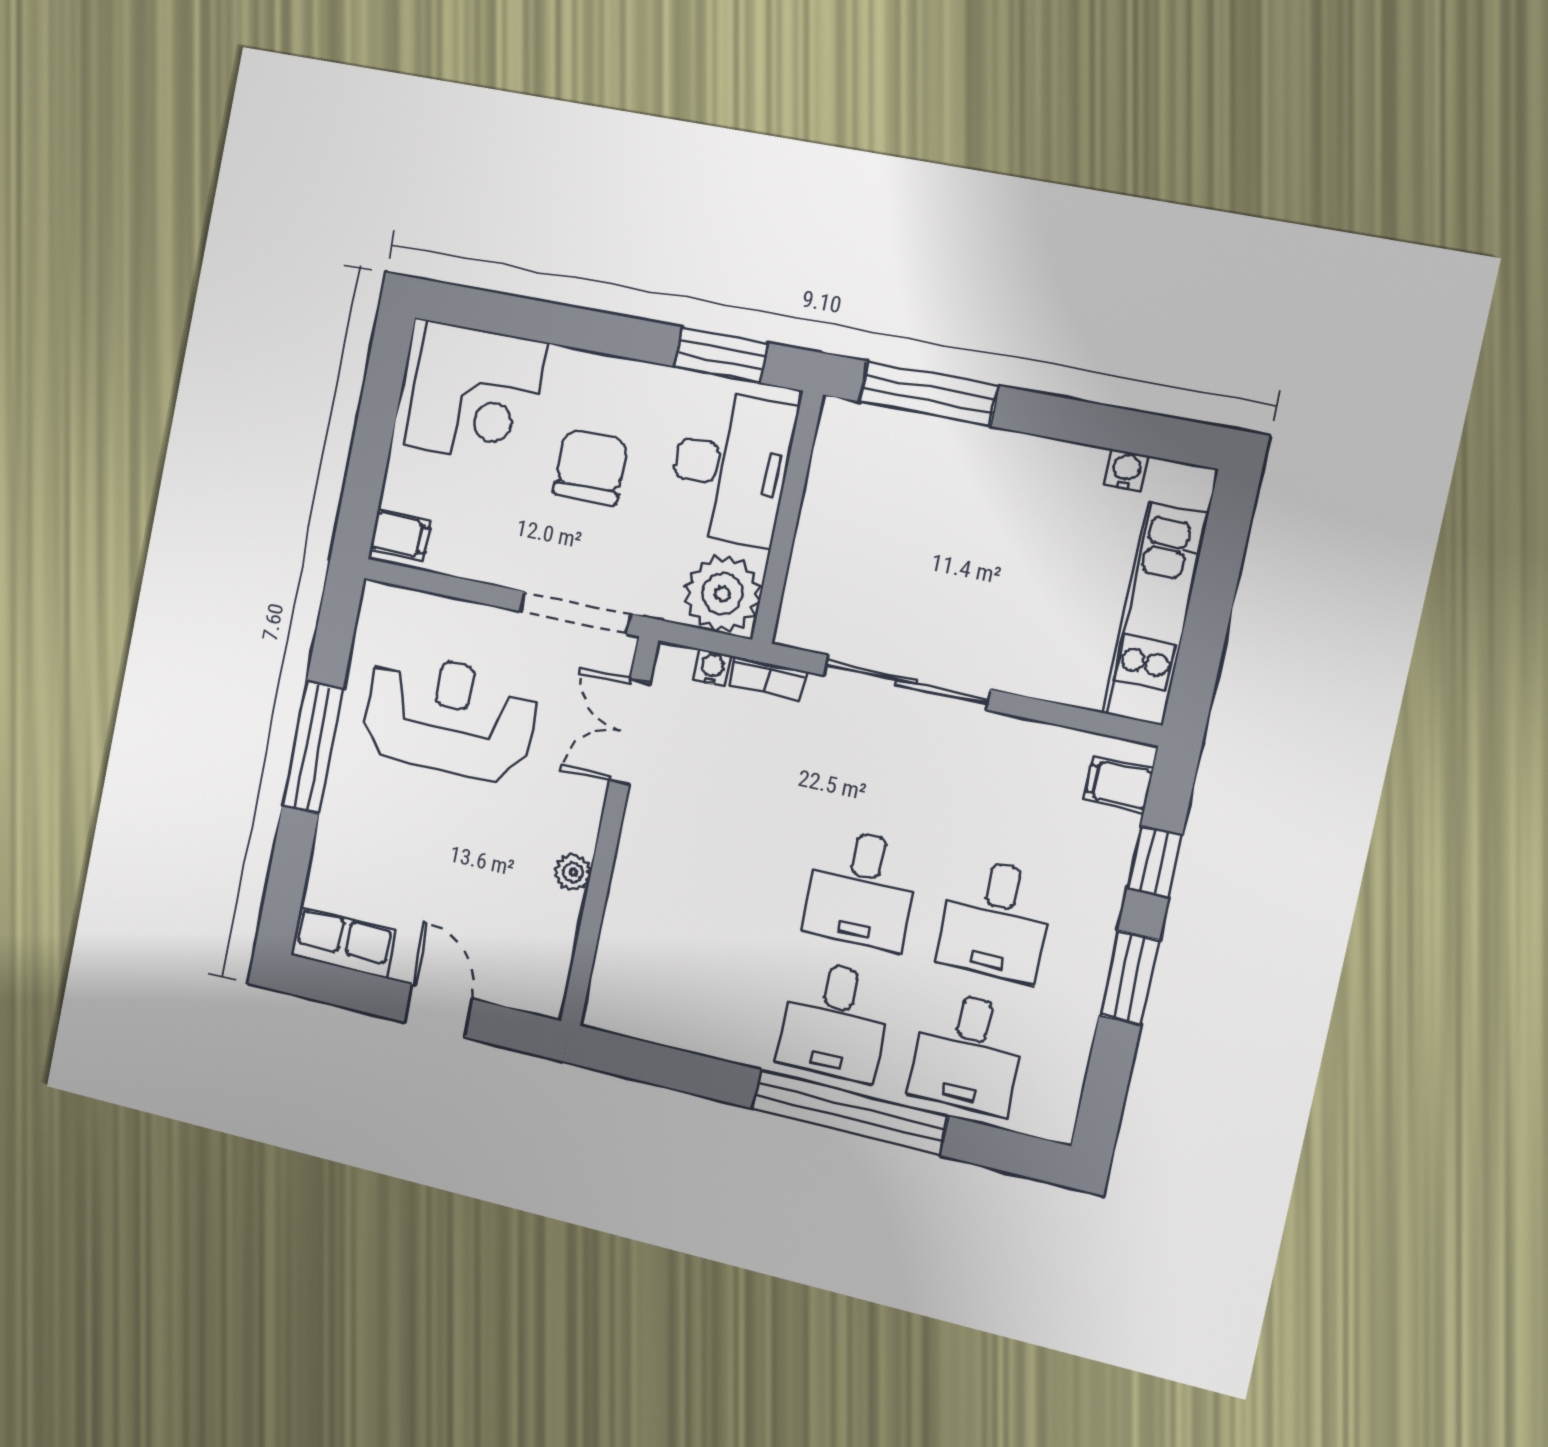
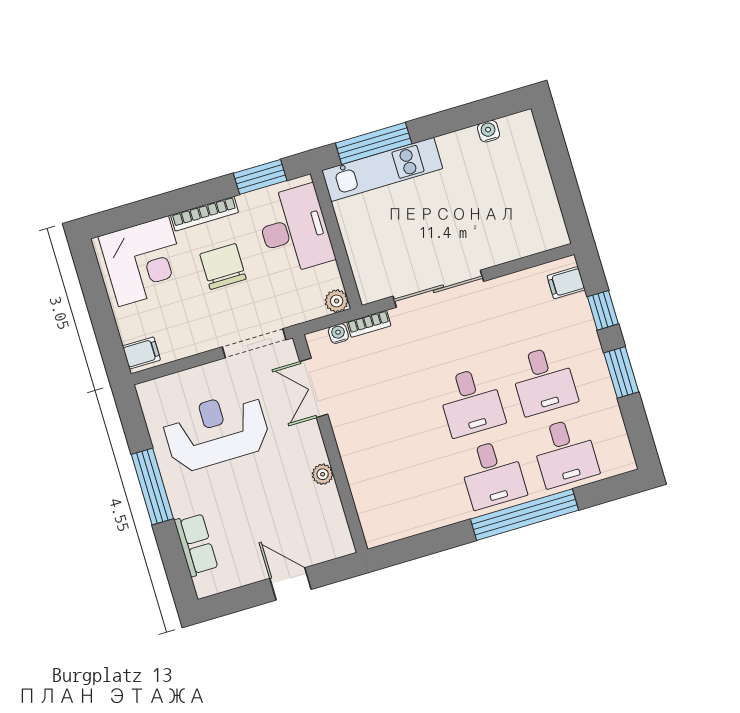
bookcase: (606, 369) -> (205, 214), added
plant: (722, 594) -> (337, 301), width x0.53, depth x0.53
kitchen unit: (1155, 614) -> (382, 169), moved, turned -90
row of seats: (343, 943) -> (196, 545), moved, turned 90

